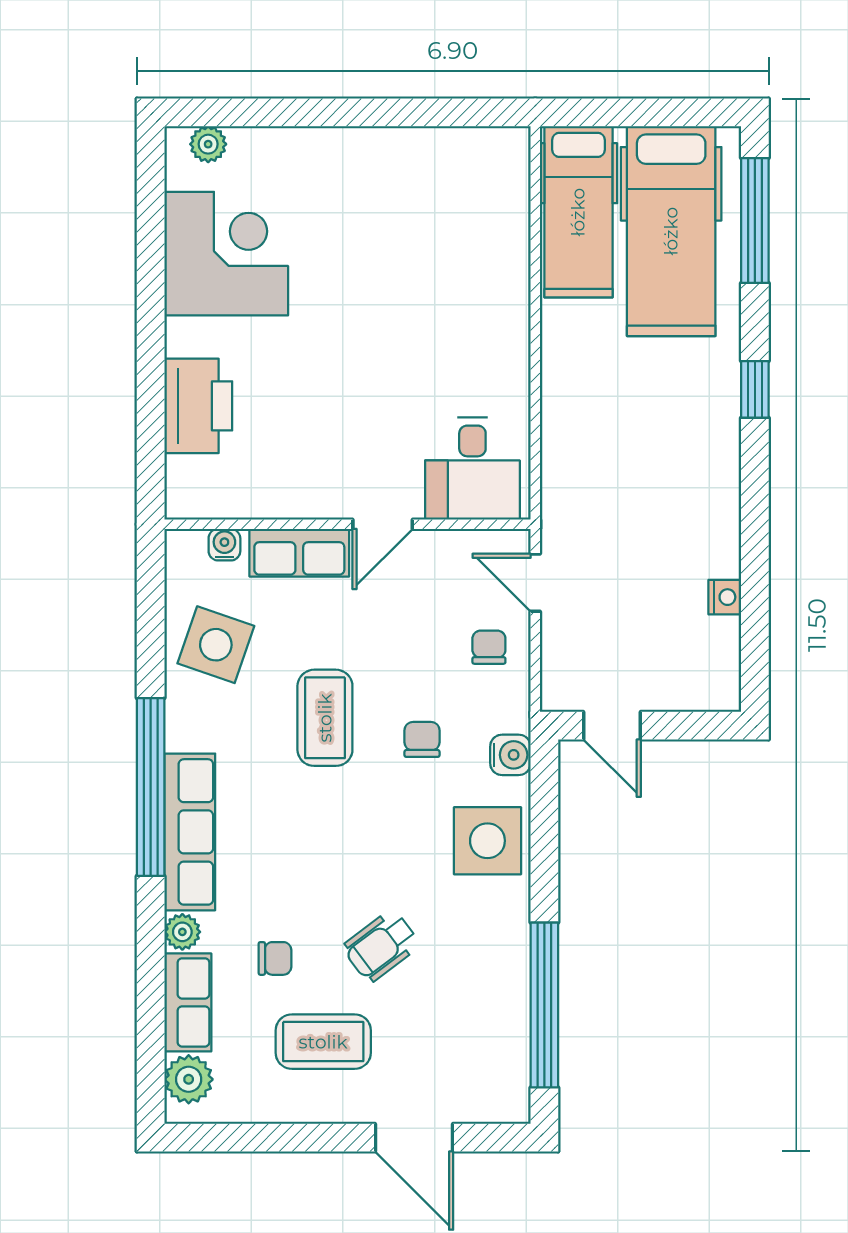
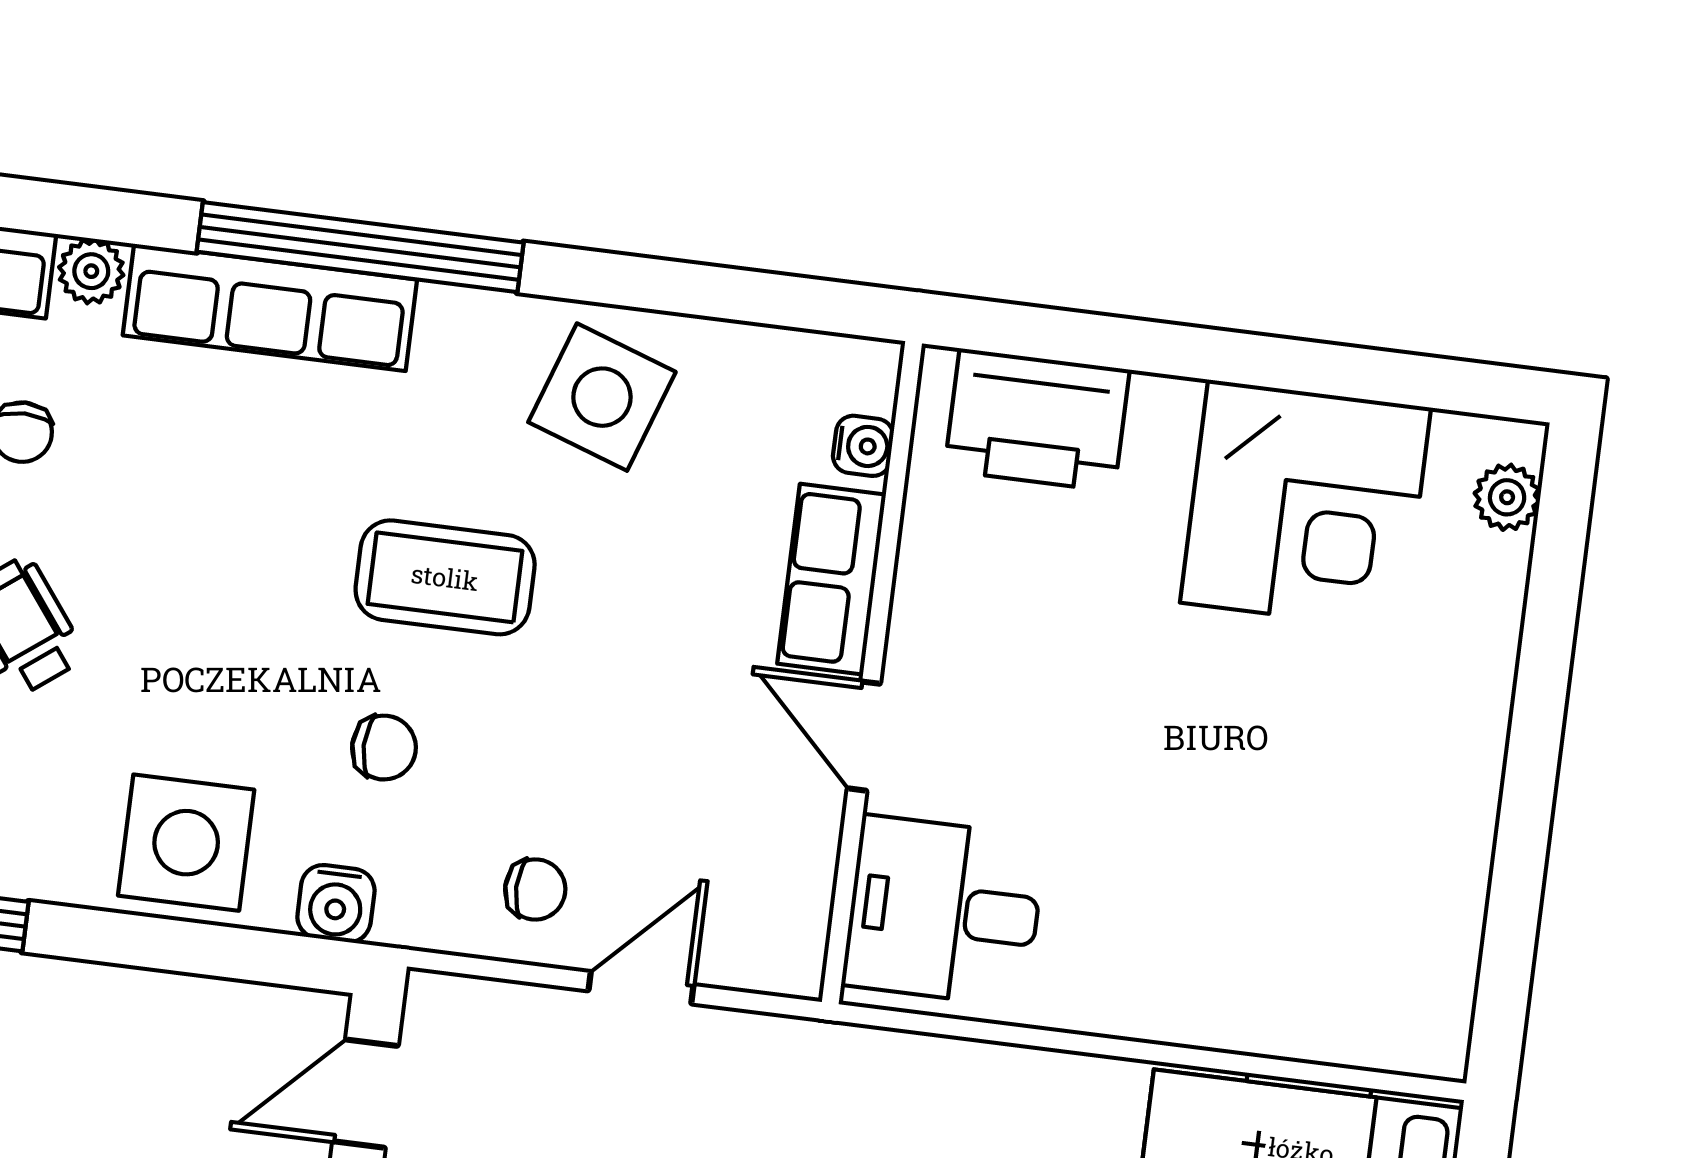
desk: (472, 469) -> (944, 911), moved
wall: (348, 524) -> (872, 673), moved
door: (383, 524) -> (864, 736), moved
water cooler: (224, 545) -> (863, 446), moved
row of seats: (299, 553) -> (832, 579), moved

